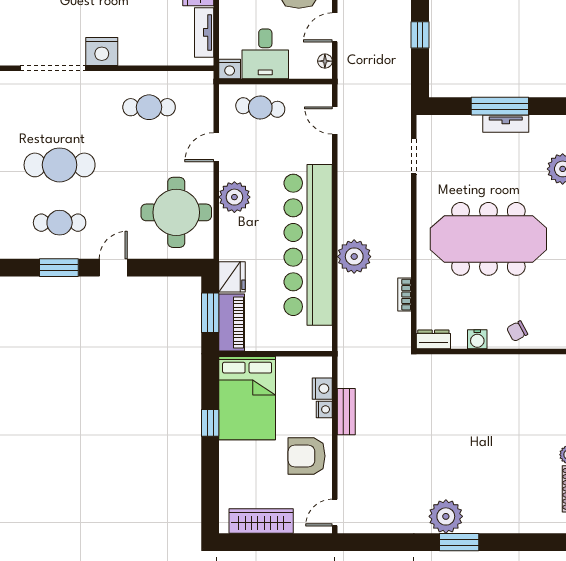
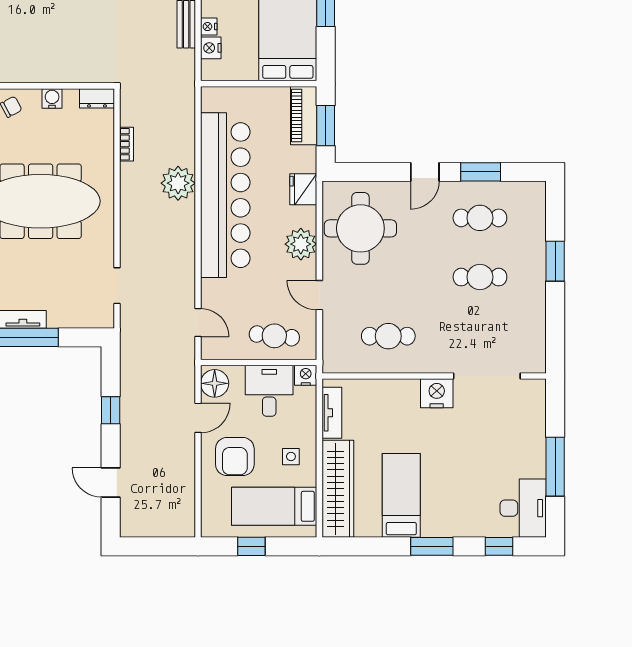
floor lamp: (325, 61) -> (215, 383), width x1.89, depth x1.89
door: (216, 147) -> (319, 295), swing flipped
cafe table: (60, 165) -> (480, 277), width x0.73, depth x0.74
fridge: (232, 277) -> (303, 189), moved

